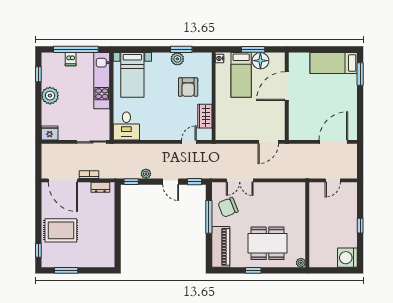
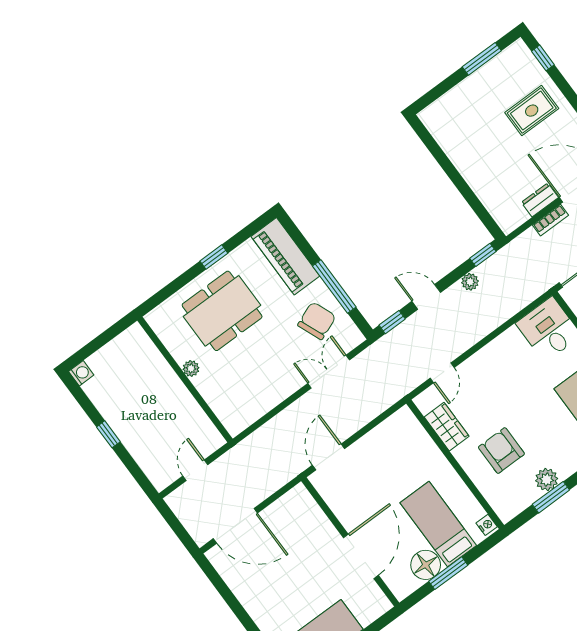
door: (333, 142) -> (235, 526), hinge flipped
dresser: (100, 187) -> (540, 200), moved
rug: (61, 230) -> (532, 111), width x0.73, depth x0.70
washing machine: (347, 258) -> (81, 373), width x0.53, depth x0.53
plant: (301, 263) -> (191, 368), moved

